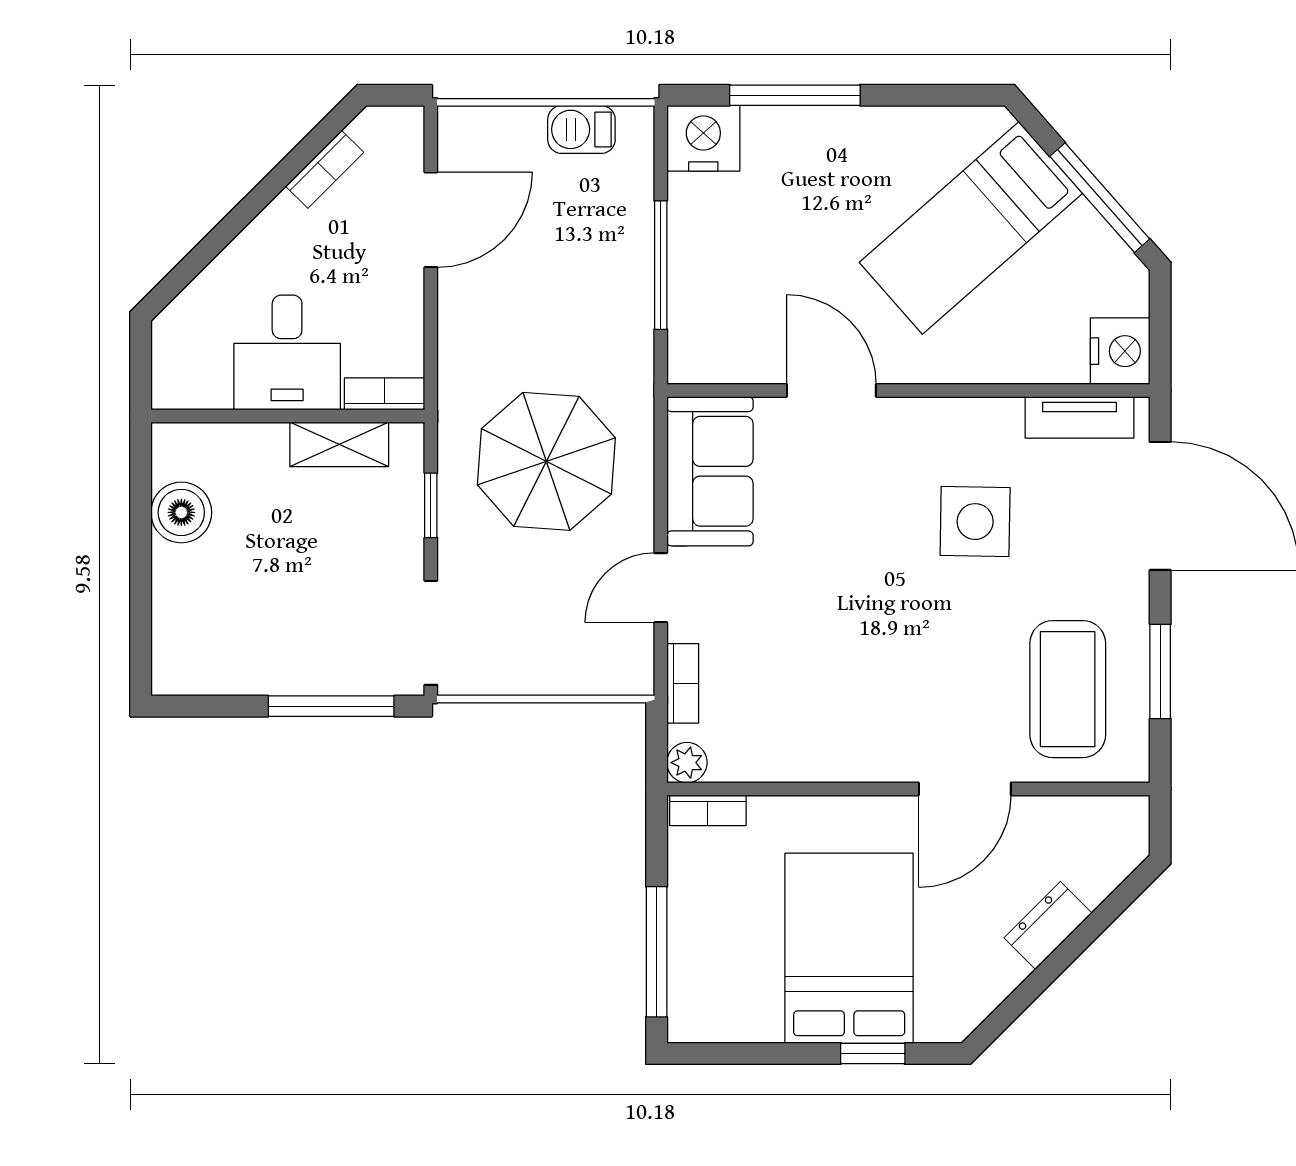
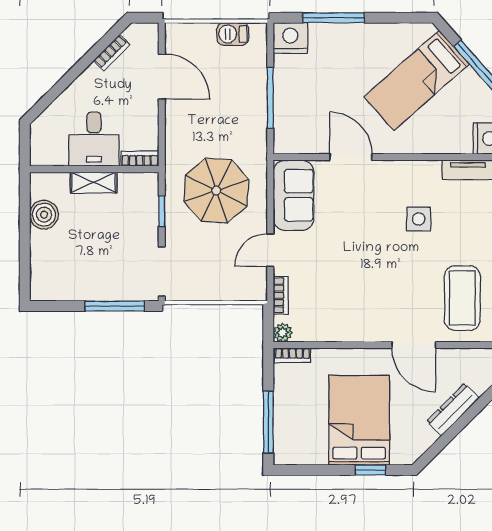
door: (431, 220) -> (162, 77), hinge flipped
shelving: (339, 444) -> (94, 183), moved
side table: (975, 522) -> (419, 219), width x0.73, depth x0.73
door: (965, 789) -> (414, 345), hinge flipped
dresser: (1048, 925) -> (453, 410), width x1.44

